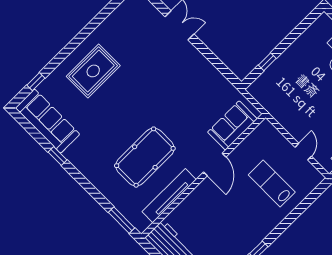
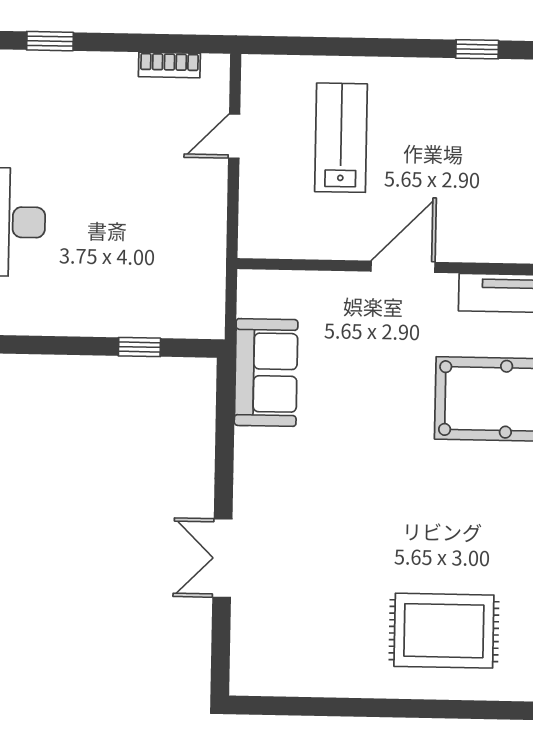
sofa: (232, 125) -> (266, 372), moved, turned -90
lab bench: (272, 183) -> (341, 138), turned 180

